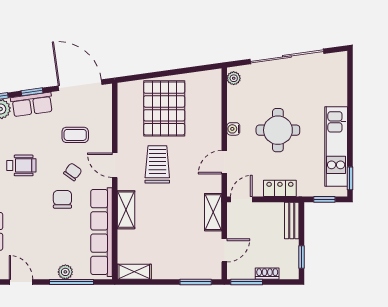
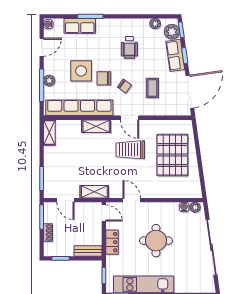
pallet: (164, 108) -> (172, 155), turned 90
water cooler: (233, 129) -> (184, 207), moved
trolley: (157, 164) -> (130, 150), turned 180
door: (115, 165) -> (130, 118), swing flipped
chair: (62, 199) -> (104, 78), turned 180
side table: (52, 230) -> (81, 71), added

